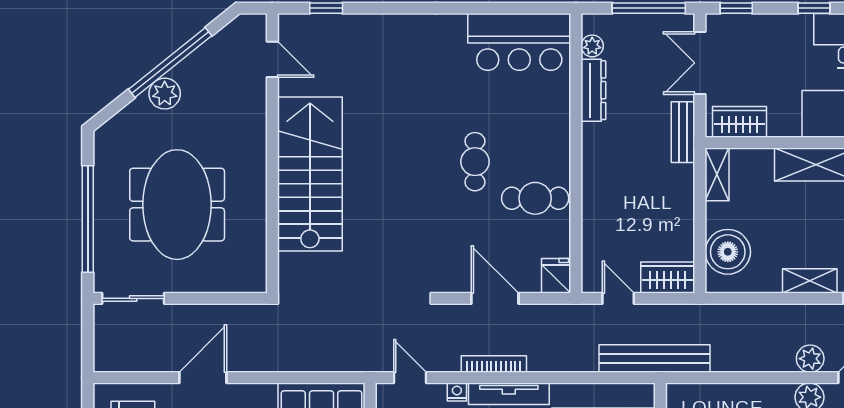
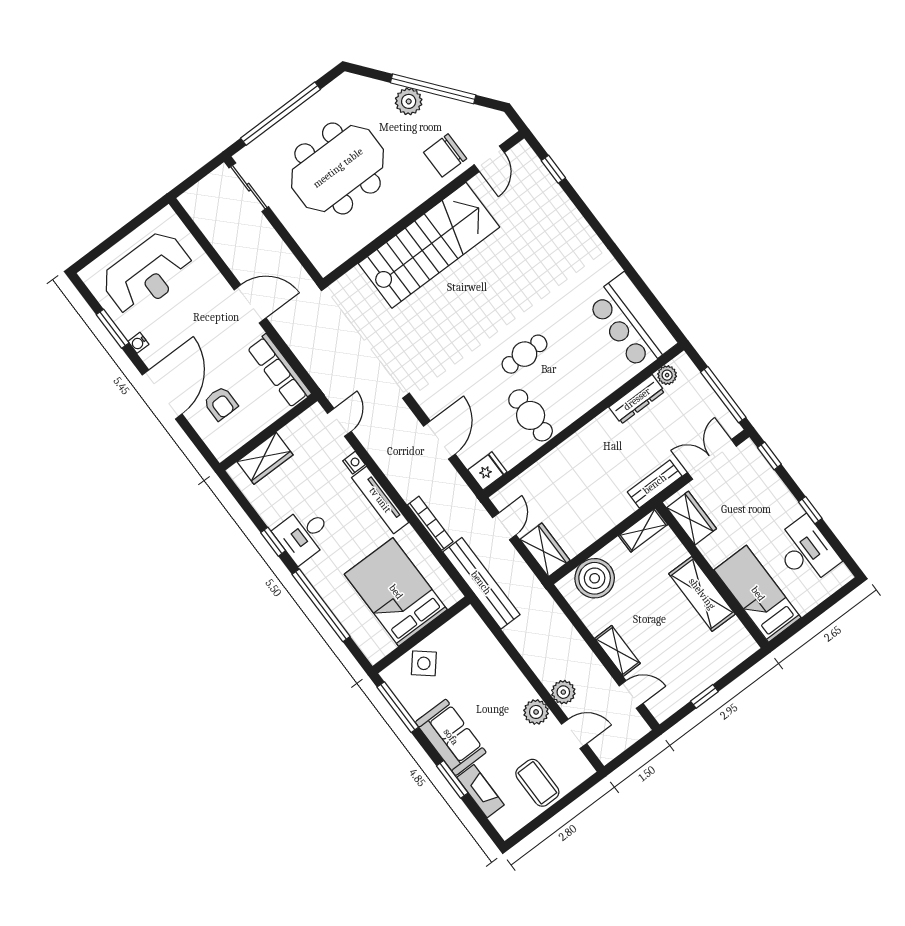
chair: (239, 97) -> (445, 155), added
bookcase: (494, 364) -> (430, 523), moved
door: (203, 378) -> (250, 304), moved

